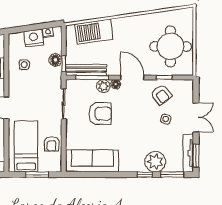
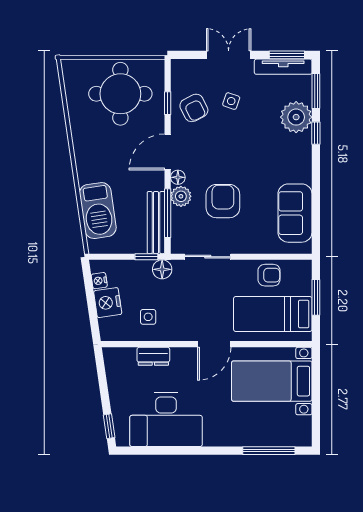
floor lamp: (55, 60) -> (162, 269), moved
armchair: (161, 95) -> (194, 108), turned 101
sofa: (92, 161) -> (295, 213), width x0.73

